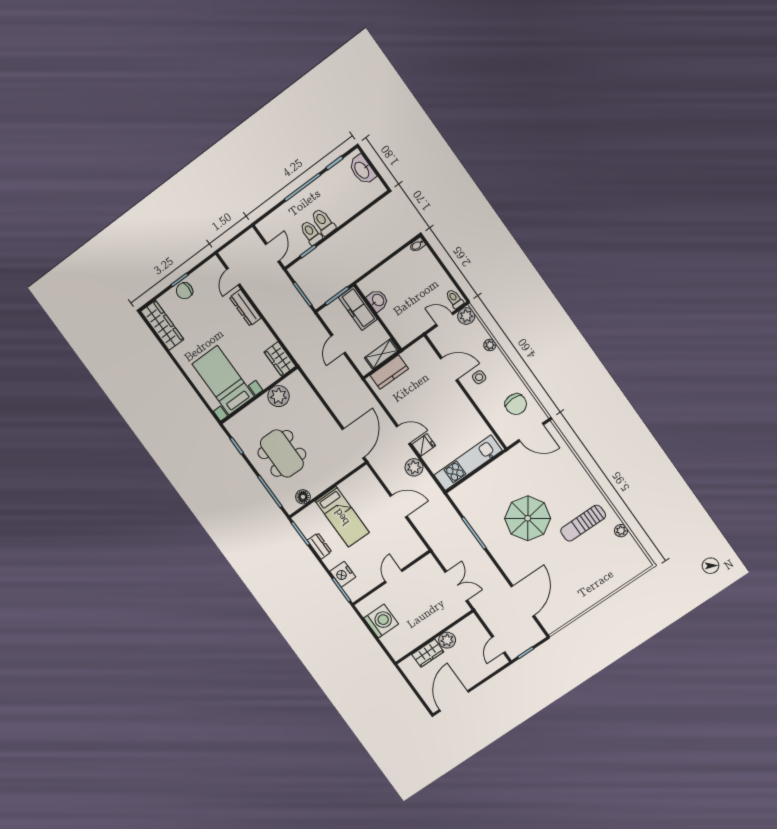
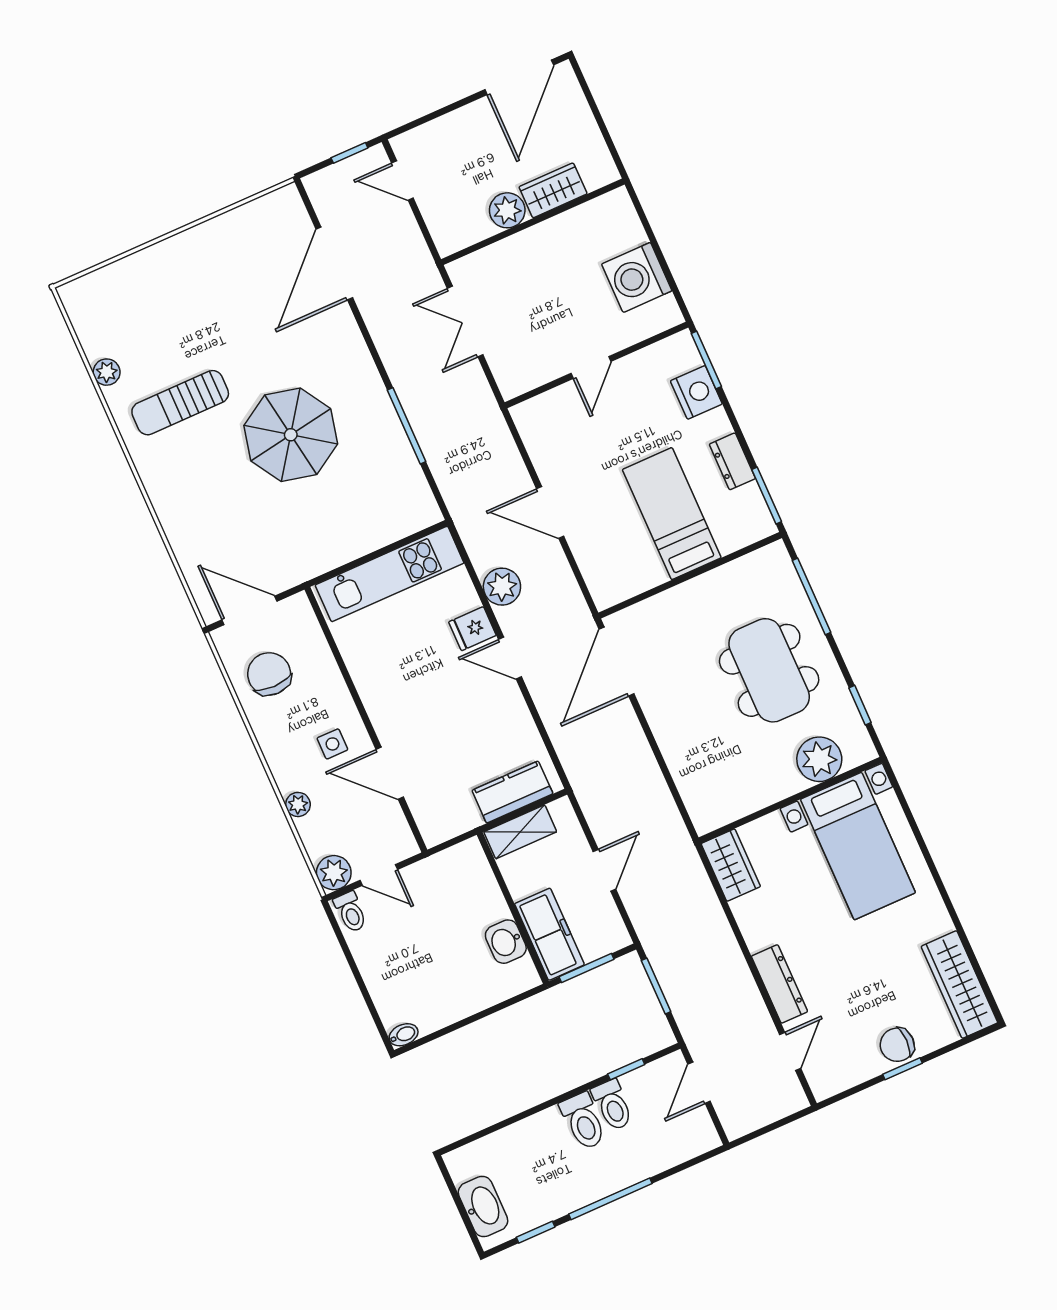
chair: (184, 291) -> (897, 1045), turned 180
plant: (278, 396) -> (819, 759), moved
floor lamp: (303, 497) -> (745, 571), removed
sun lounger: (583, 523) -> (180, 403), turned 180
door: (498, 645) -> (402, 181), swing flipped

